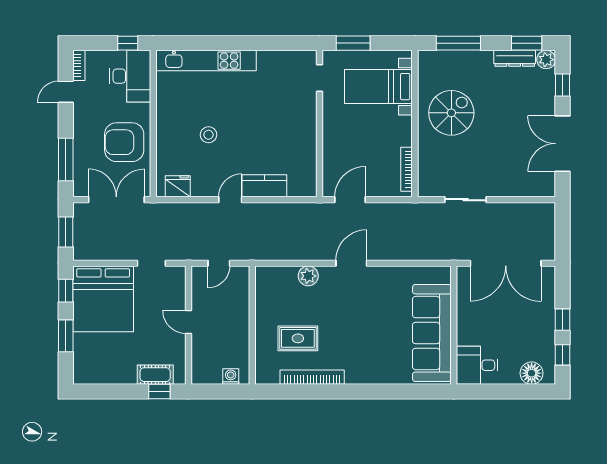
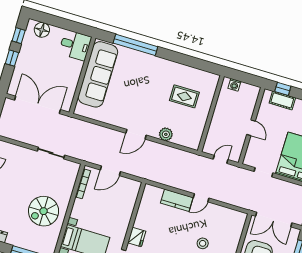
fridge: (178, 186) -> (137, 237), moved, turned -90
door: (350, 200) -> (110, 171), moved
bookcase: (312, 377) -> (183, 69), removed
window: (390, 391) -> (135, 45), added

